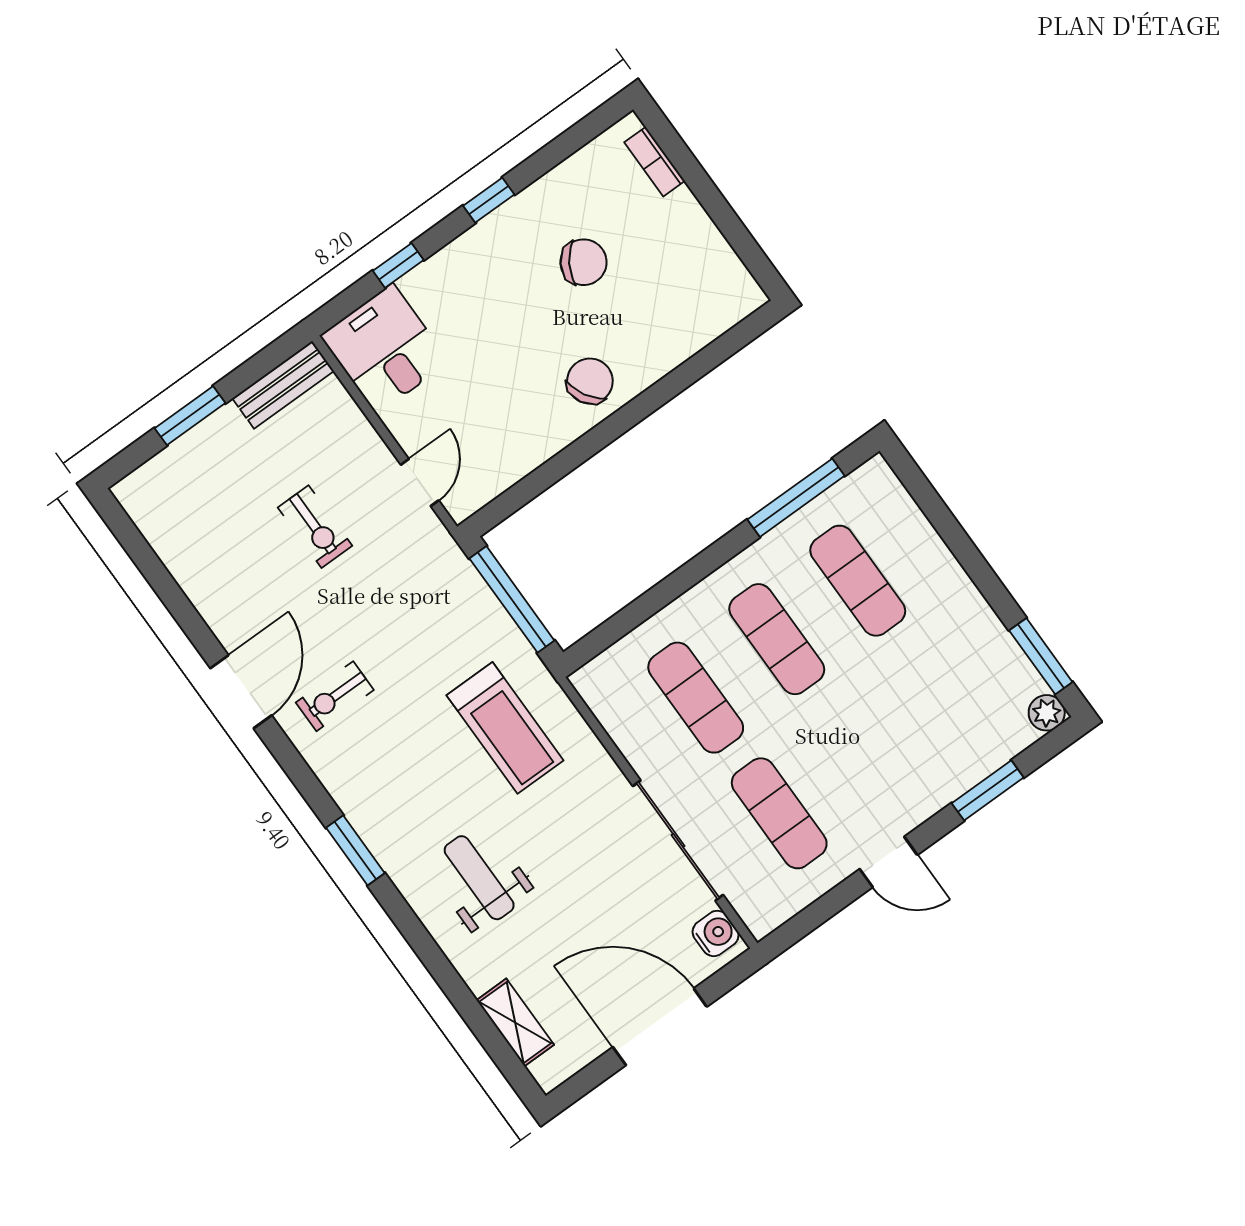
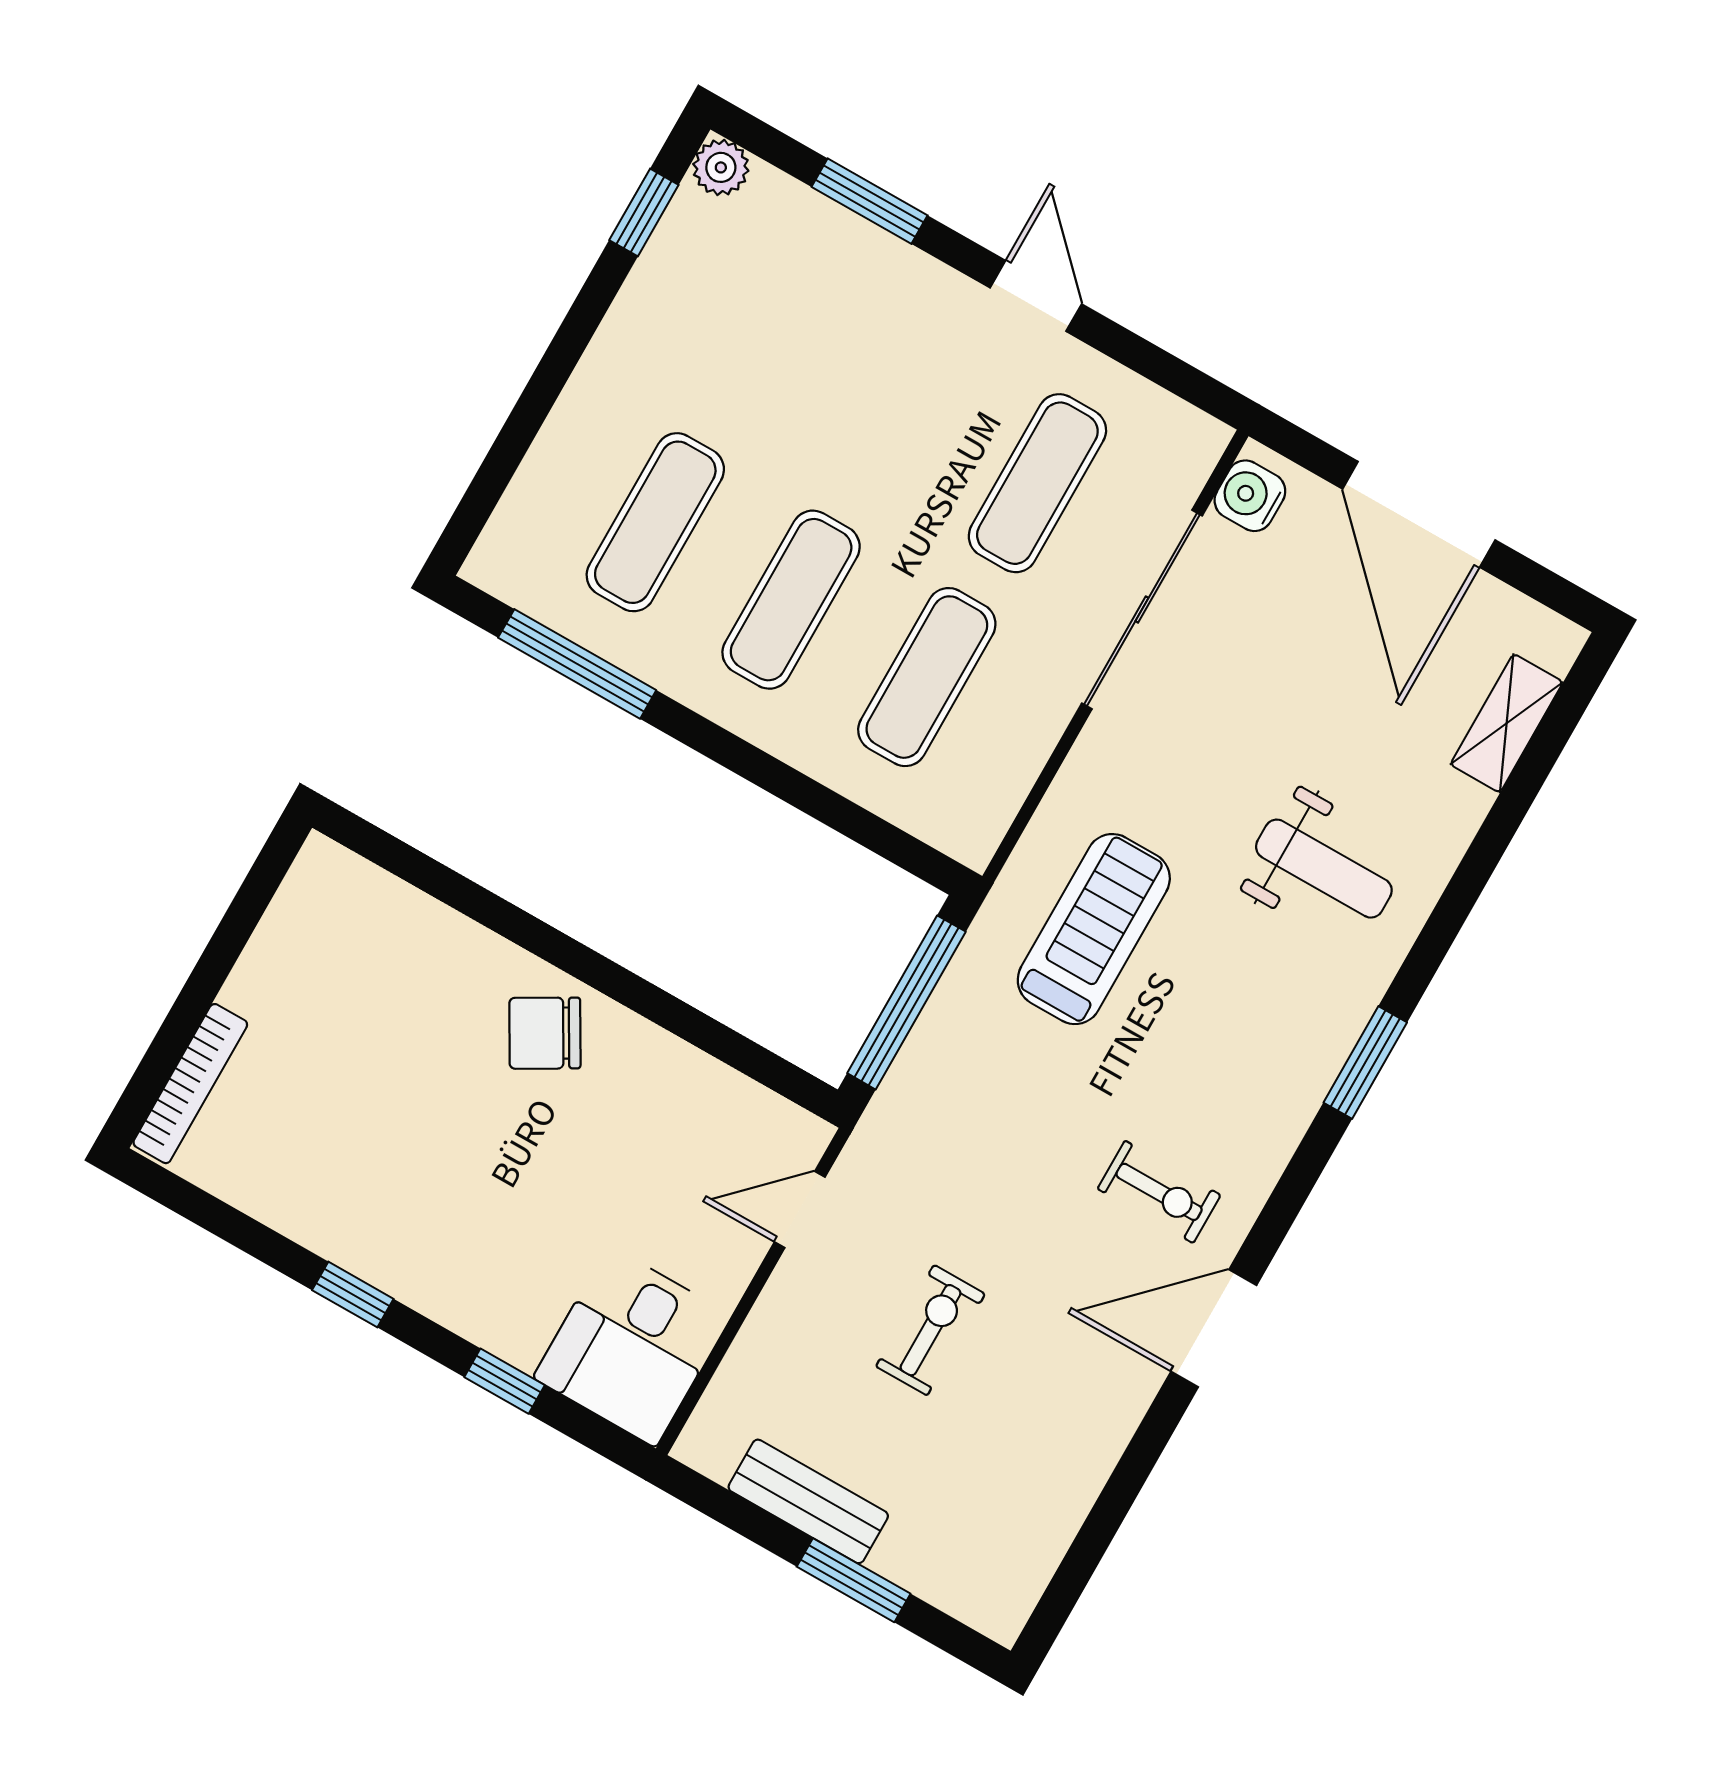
bookcase: (655, 162) -> (190, 1084), width x1.56
chair: (584, 262) -> (380, 1119), removed
bench: (283, 385) -> (808, 1501), moved
window: (1041, 656) -> (644, 213), width x0.67
weight bench: (479, 878) -> (1324, 869), turned -90

